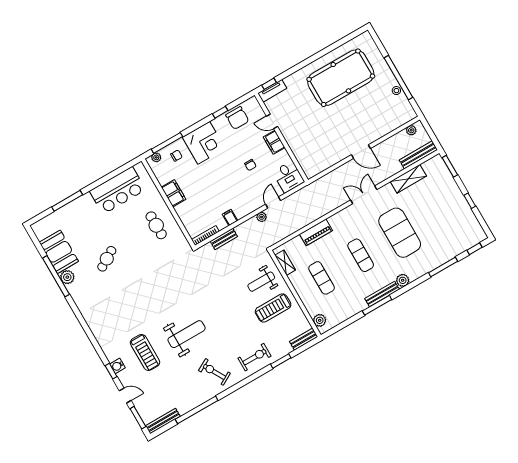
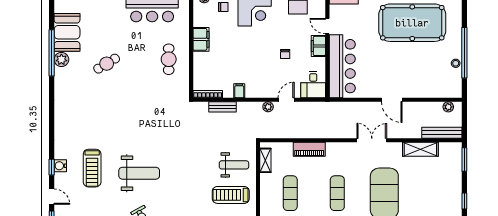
bar counter: (304, 148) -> (342, 66), added
weight bench: (261, 282) -> (234, 165), turned 180

